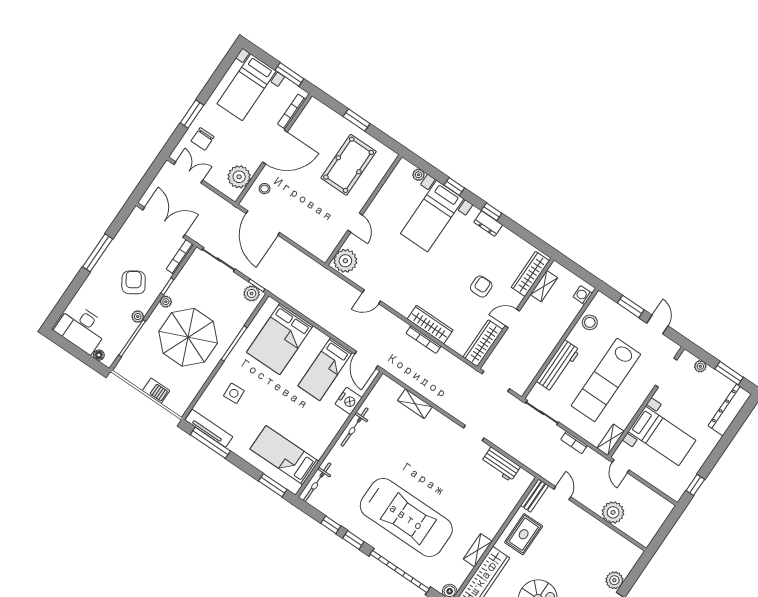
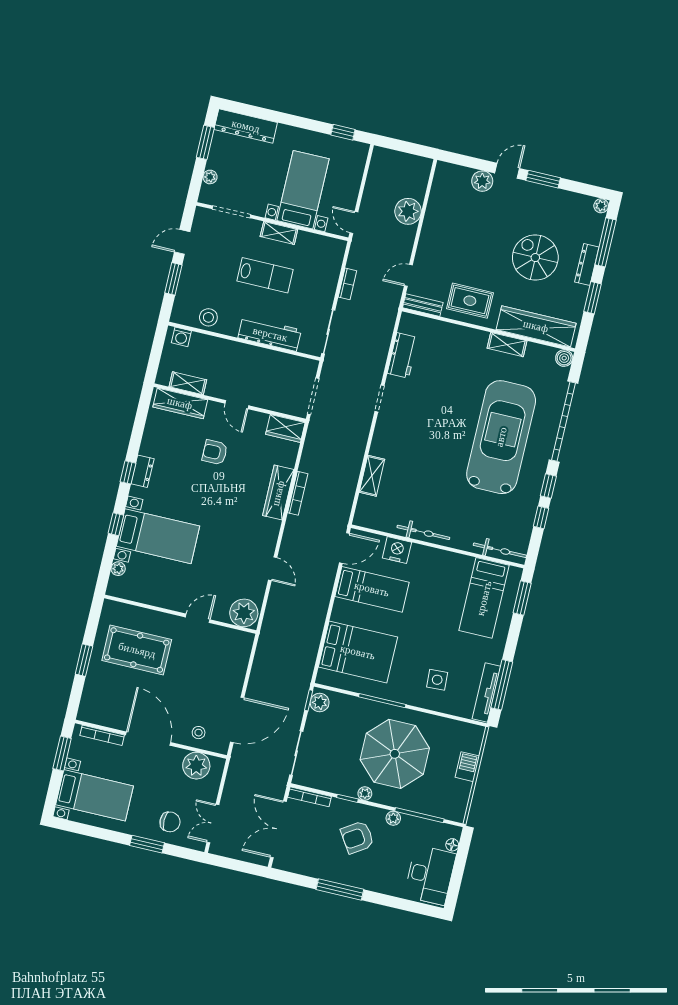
wardrobe: (483, 343) -> (285, 428), width x0.67
lab bench: (606, 380) -> (265, 275), width x0.54, depth x0.72
shelving: (611, 440) -> (279, 233), moved
door: (621, 466) -> (354, 222), swing flipped

